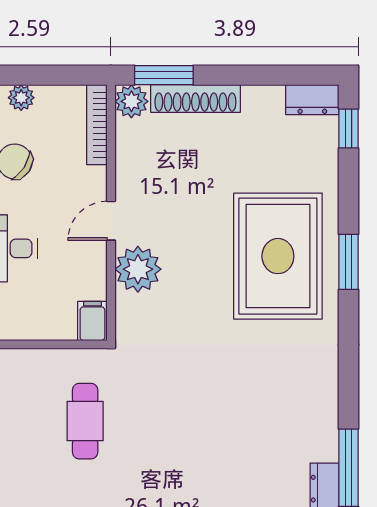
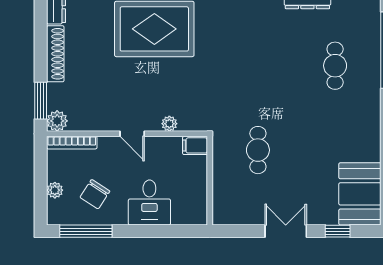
shoe rack: (195, 98) -> (55, 54), moved
plant: (138, 269) -> (169, 124), width x0.53, depth x0.53
cafe table: (85, 421) -> (258, 150), turned 90

